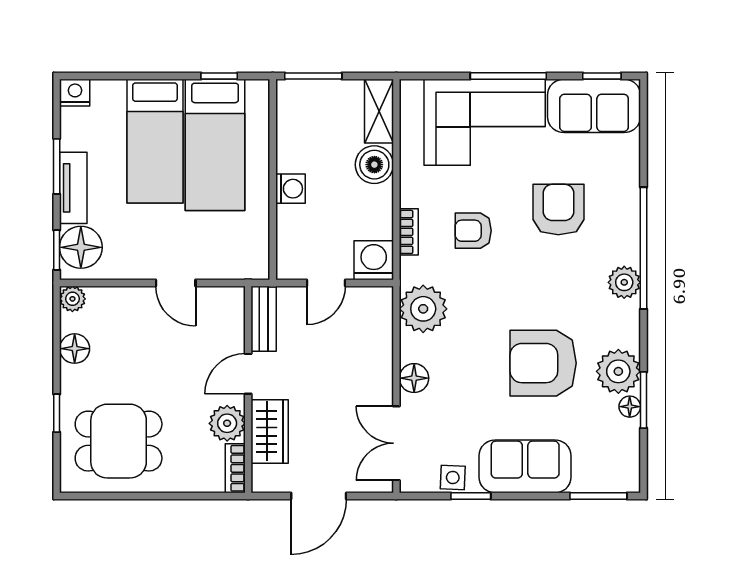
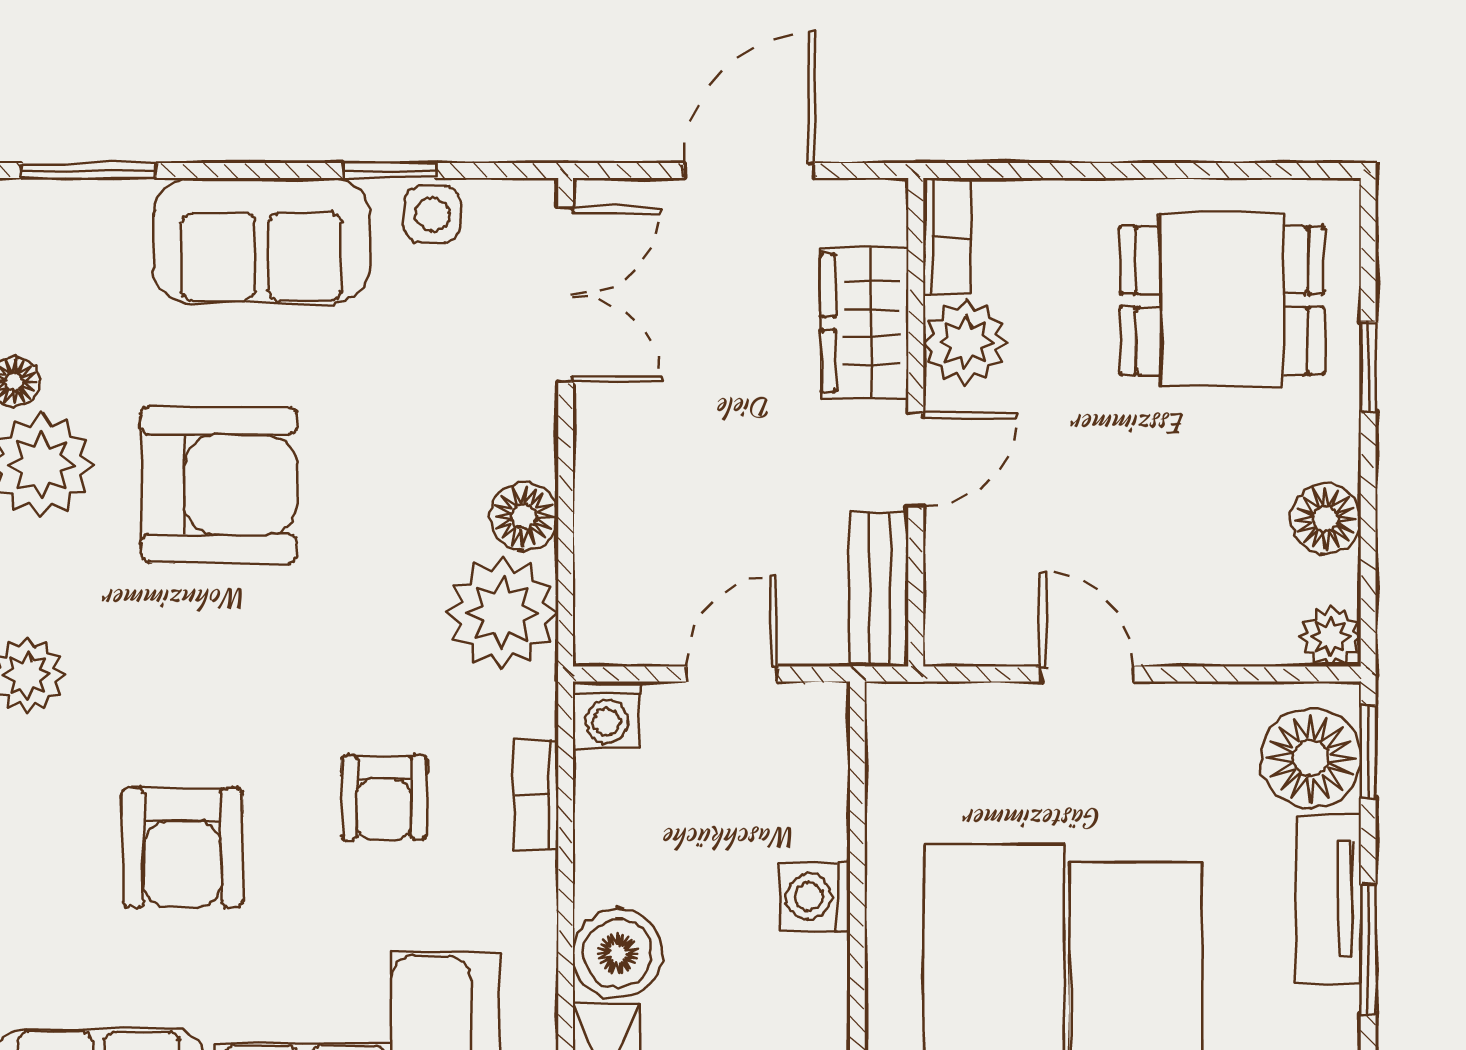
armchair: (473, 231) -> (384, 797), turned 90
washing machine: (374, 260) -> (606, 715), width x0.73, depth x0.73
floor lamp: (414, 378) -> (524, 516), moved

